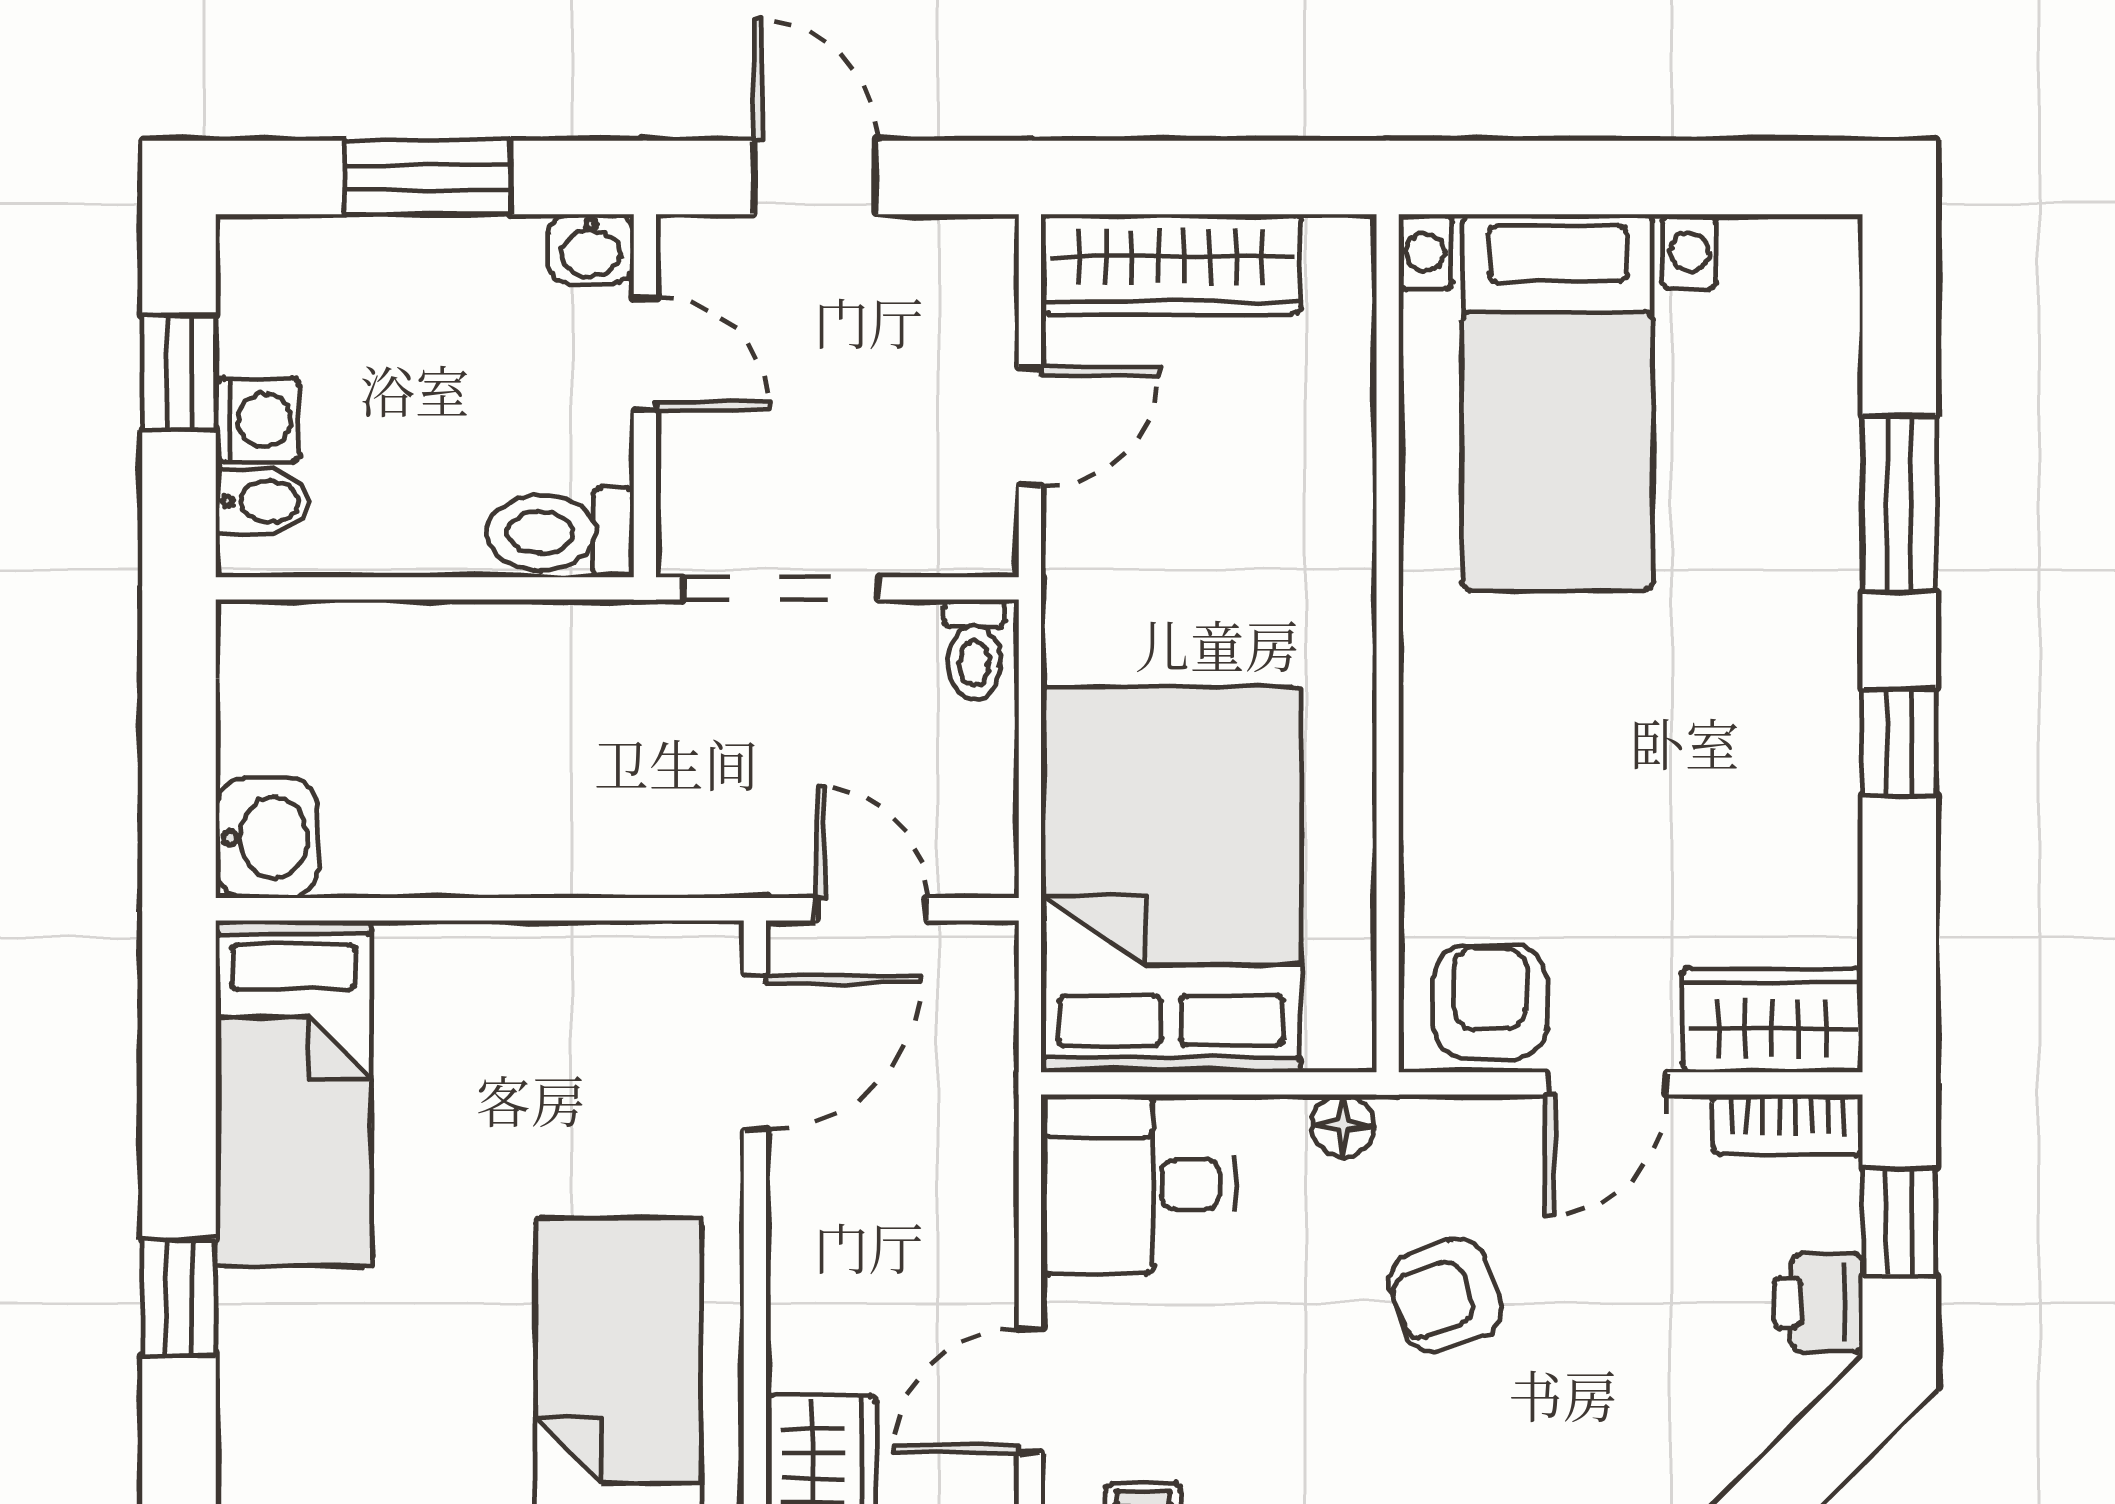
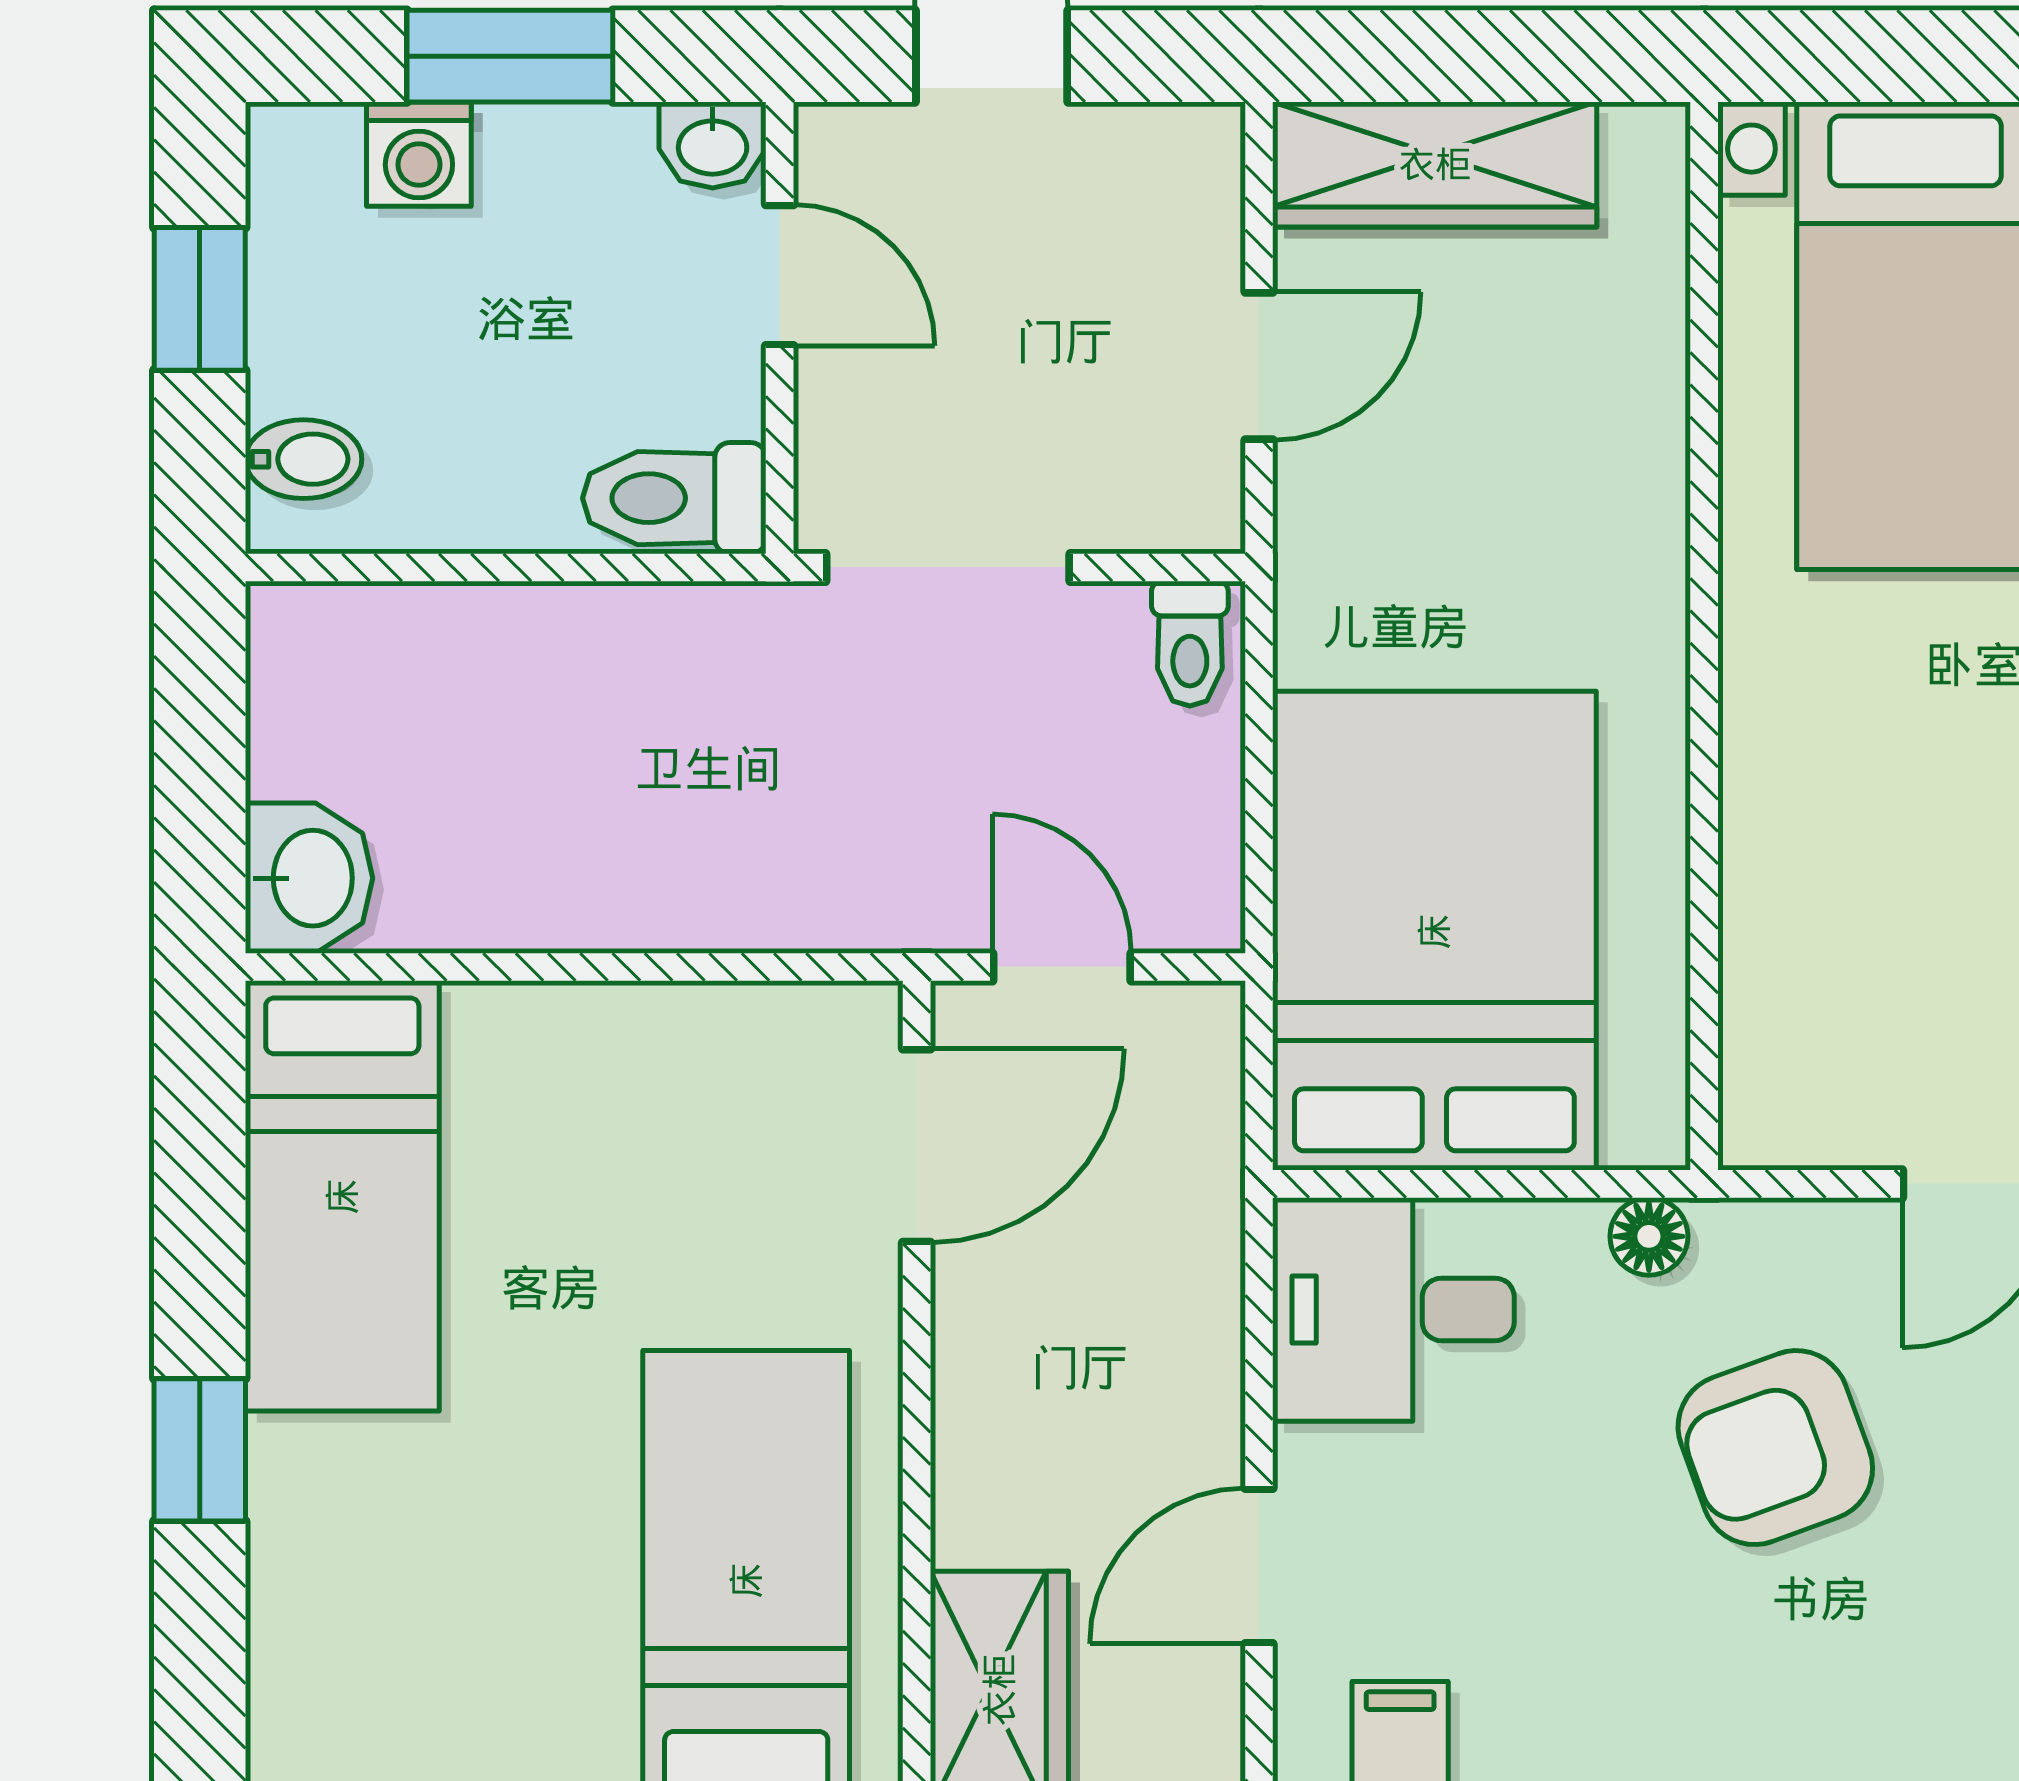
washing machine: (258, 420) -> (419, 154), moved, turned 90
armchair: (1490, 1002) -> (1832, 1083), removed
armchair: (1445, 1295) -> (1775, 1448), width x1.38, depth x1.38

